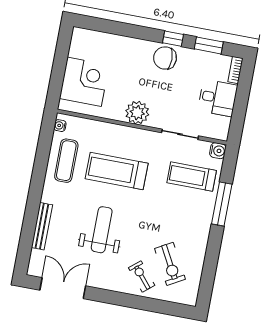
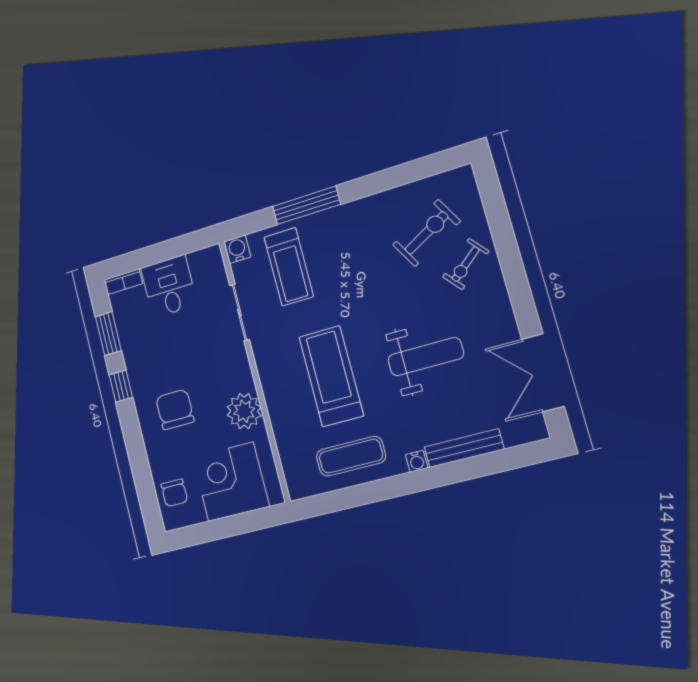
chair: (93, 43) -> (174, 493), added
chair: (165, 58) -> (175, 409), moved, turned 180
plant: (137, 113) -> (244, 411), moved
water cooler: (60, 126) -> (417, 461), moved
treadmill: (117, 171) -> (331, 376), turned 180
weight bench: (102, 230) -> (426, 357), turned 180

